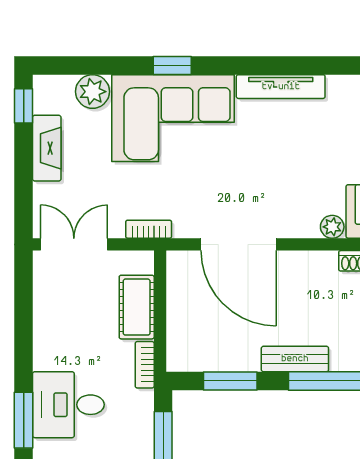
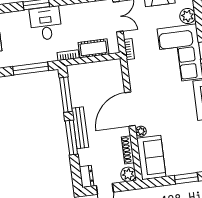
door: (239, 244) -> (130, 109), moved
bench: (295, 359) -> (80, 128), width x1.36
window: (230, 381) -> (66, 95), width x1.44

